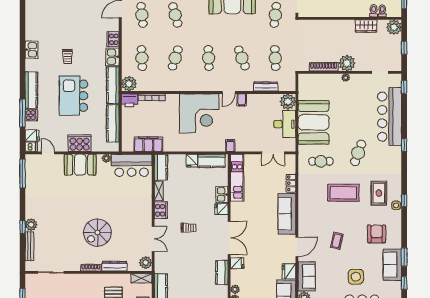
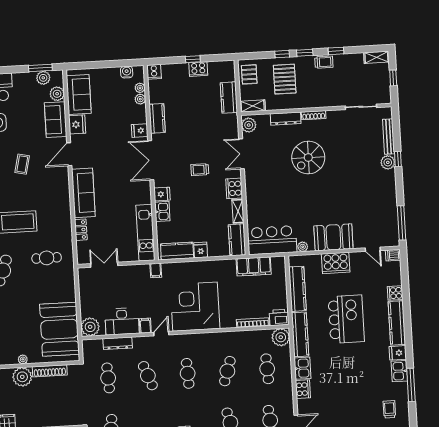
trolley: (67, 56) -> (389, 409), moved
window: (23, 113) -> (411, 385), moved
booth: (314, 122) -> (60, 329), moved
desk: (285, 124) -> (122, 321), moved, turned -90
fridge: (32, 136) -> (398, 353), moved
spiral stairs: (97, 233) -> (308, 157), turned 180

